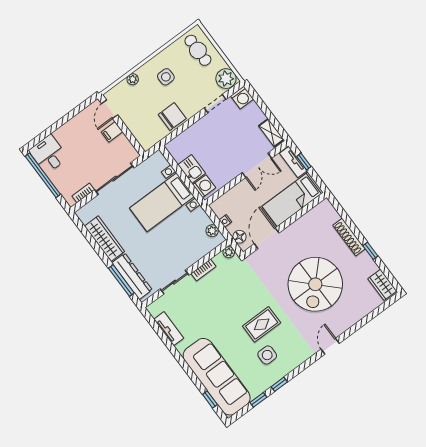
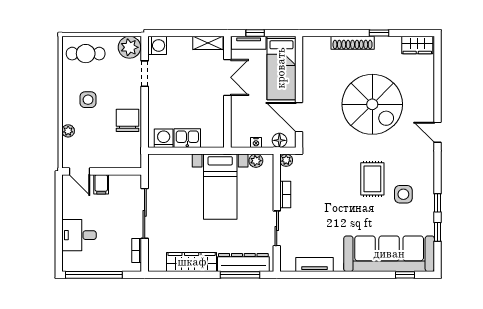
desk: (48, 154) -> (79, 235), moved
washing machine: (204, 186) -> (164, 138), moved
bed with nightstands: (162, 202) -> (220, 187), moved

